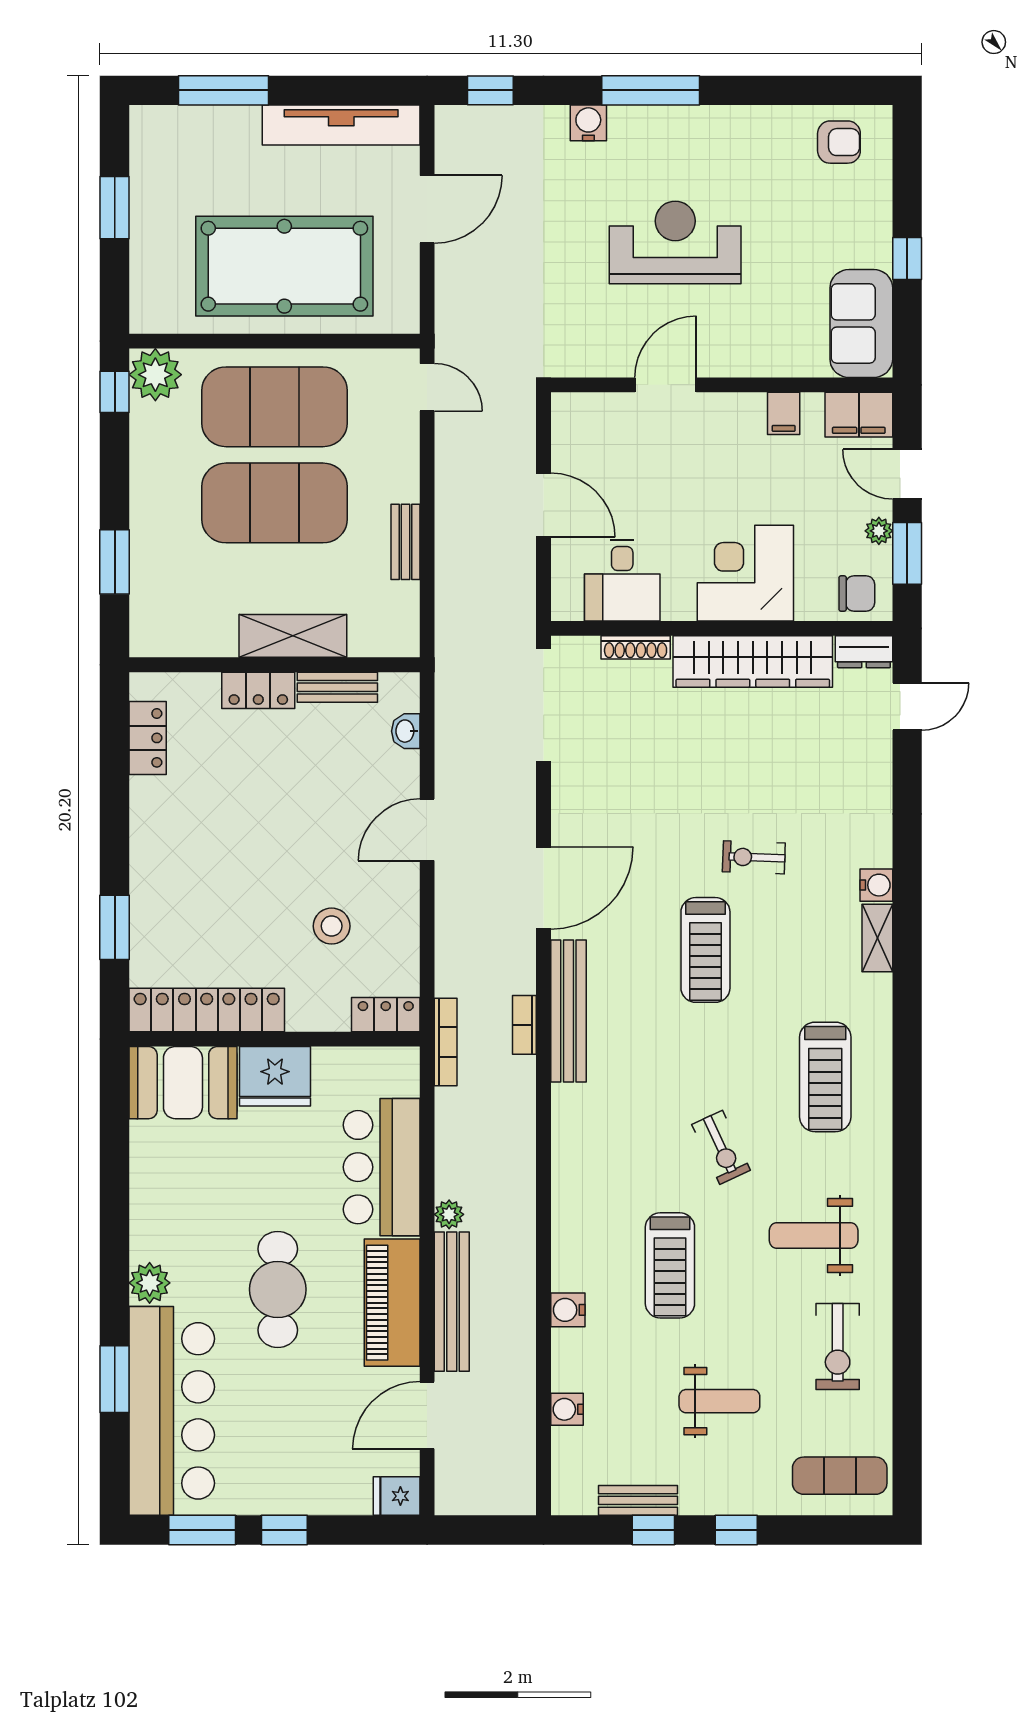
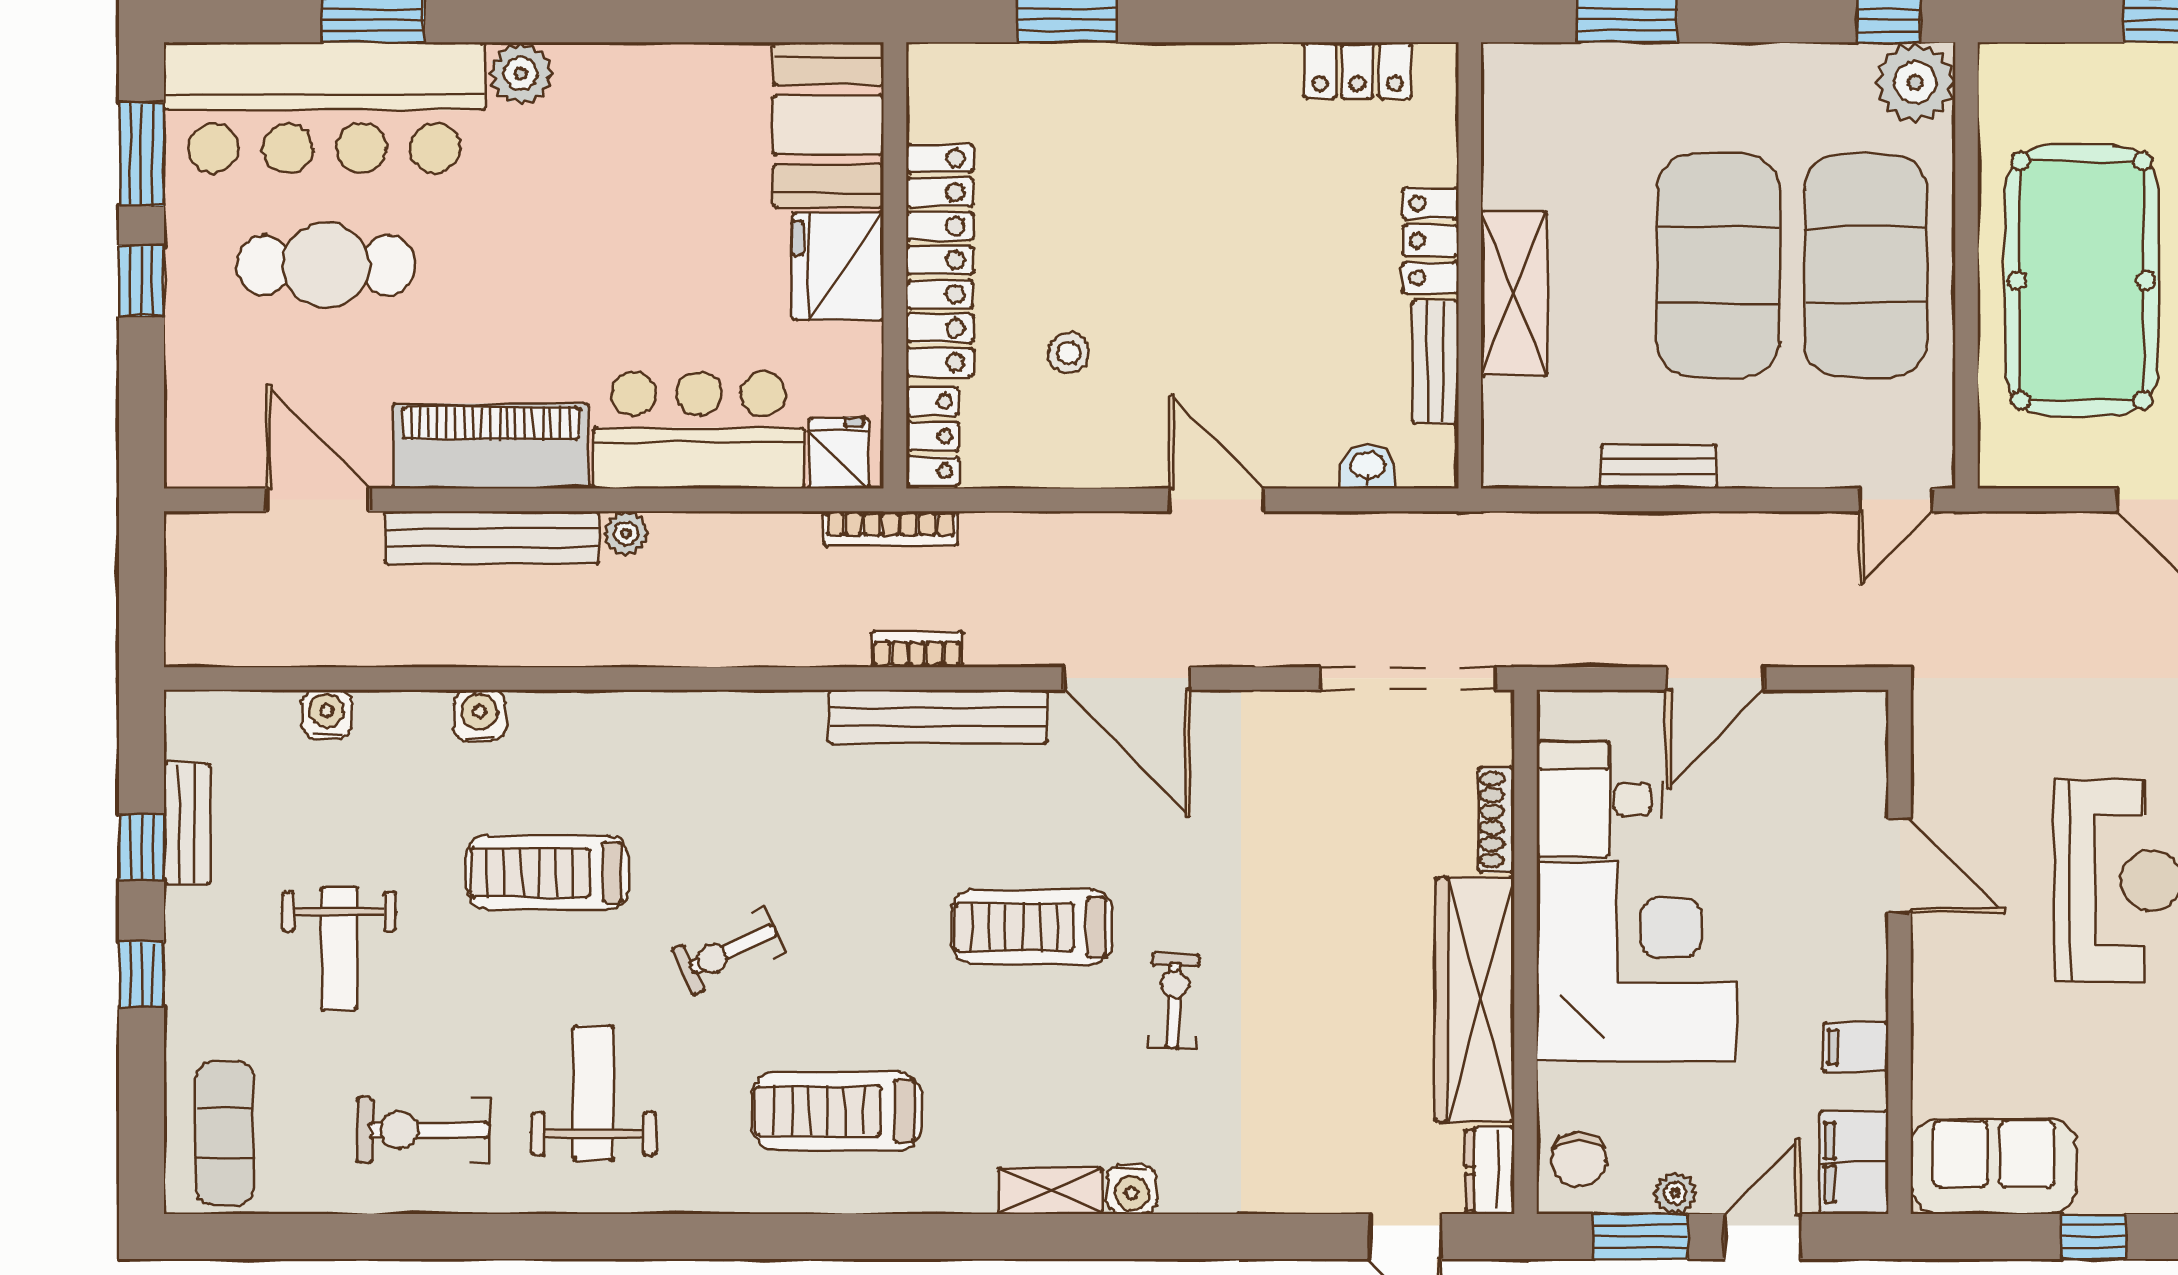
corner desk: (745, 573) -> (1637, 962), width x1.36, depth x1.36
stool: (332, 926) -> (1069, 353), width x0.73, depth x0.73
locker: (207, 1010) -> (940, 260), moved
cafe table: (278, 1289) -> (326, 265), moved
fridge: (397, 1496) -> (838, 453), moved

